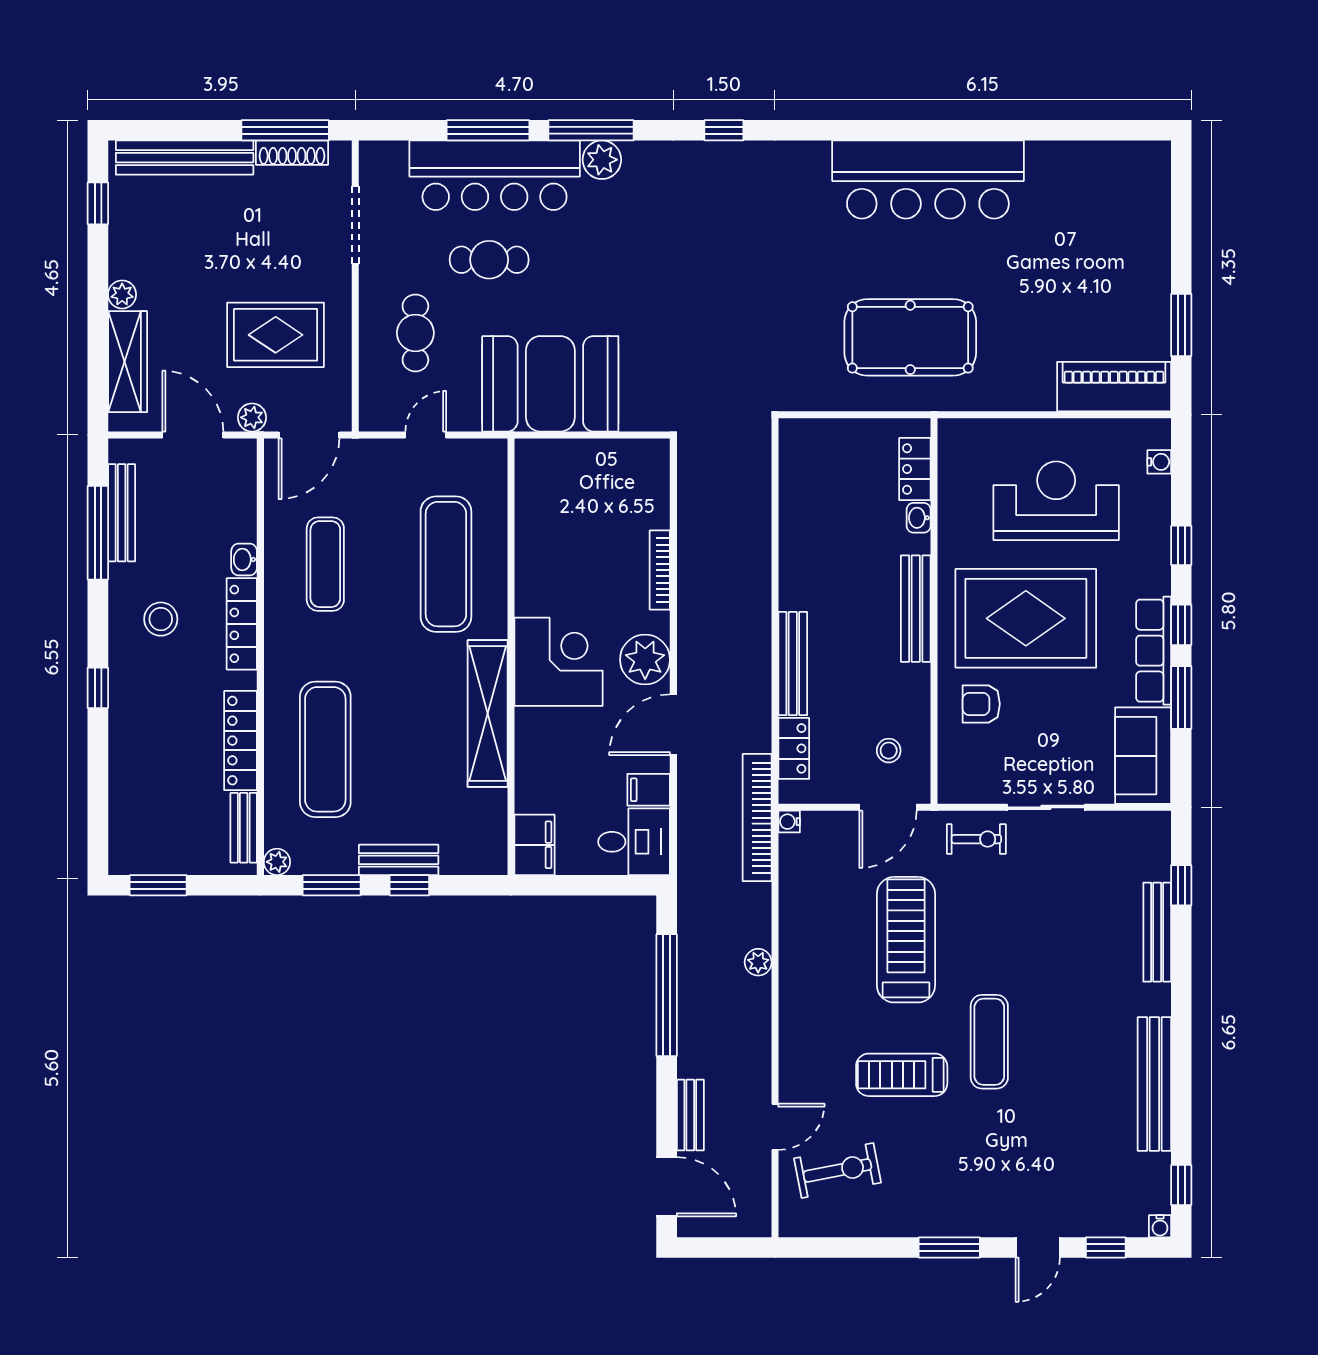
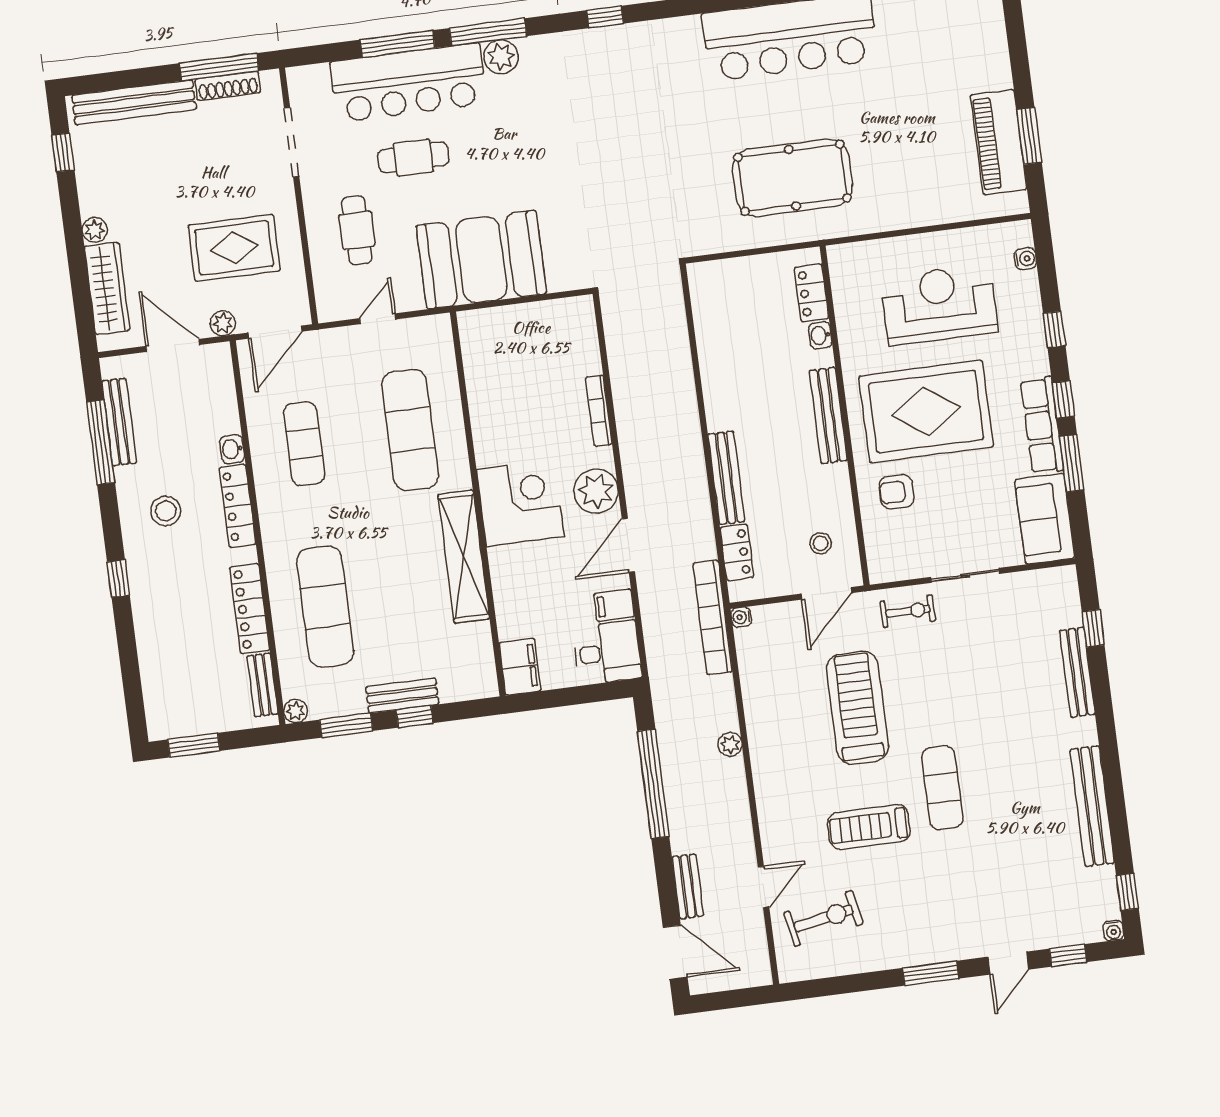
piano: (1114, 387) -> (999, 142), moved, turned -90

